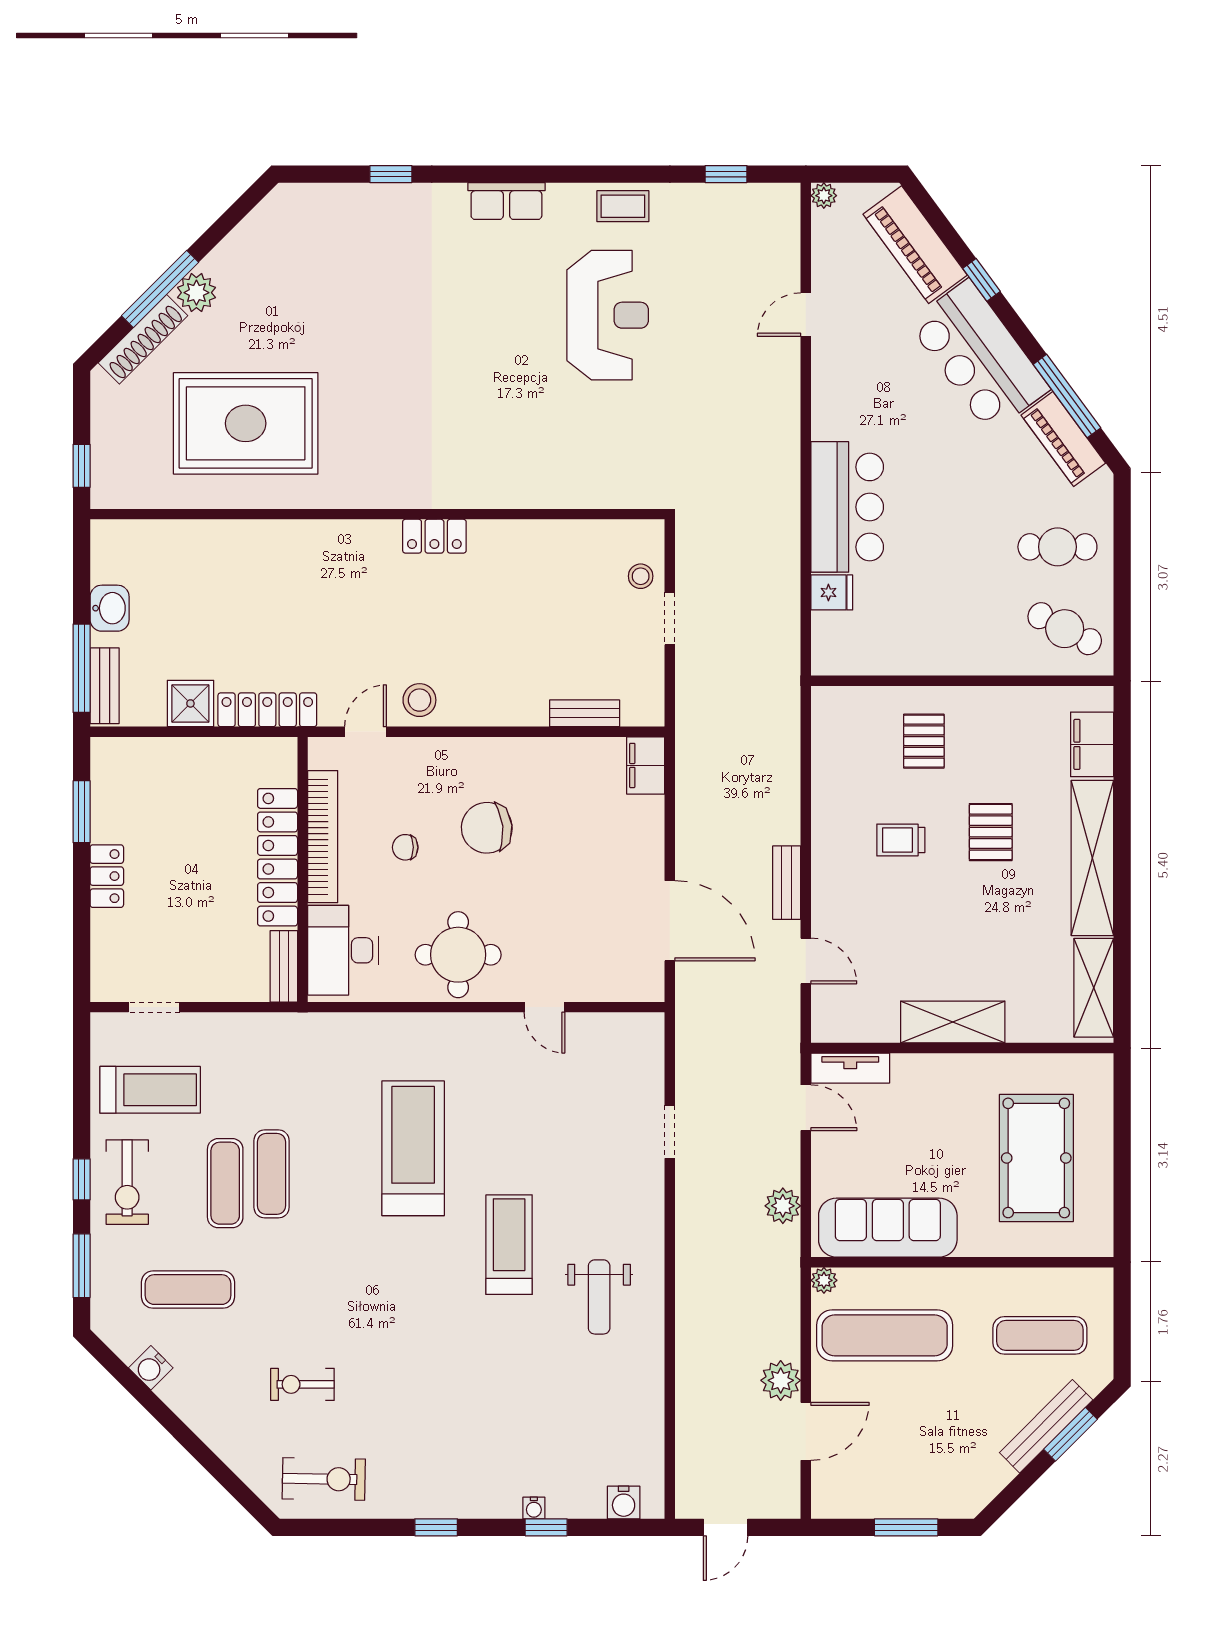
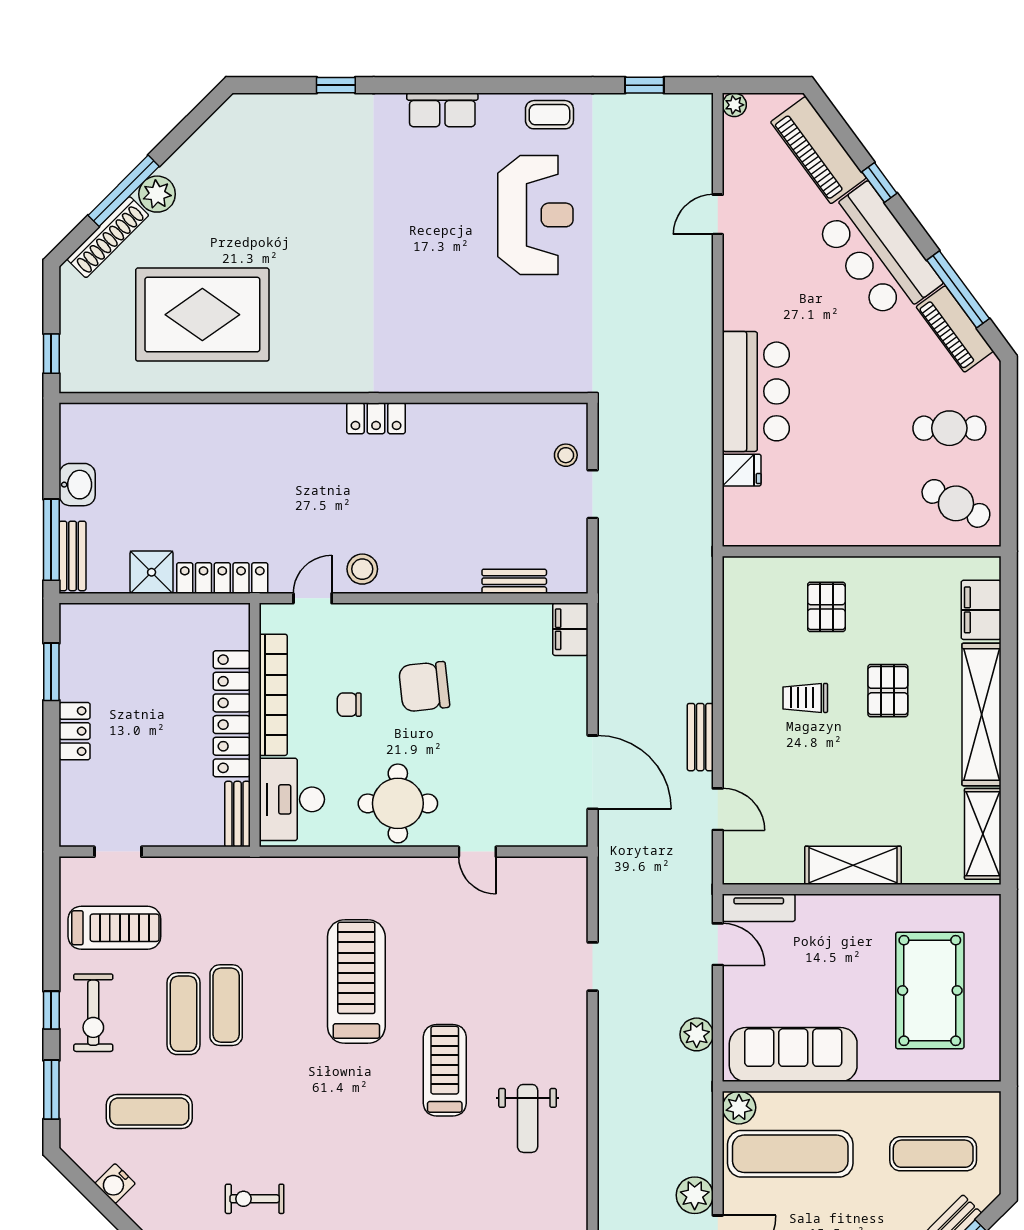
plant: (824, 1280) -> (739, 1108), width x1.38, depth x1.38

